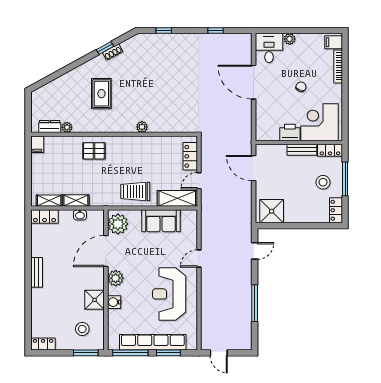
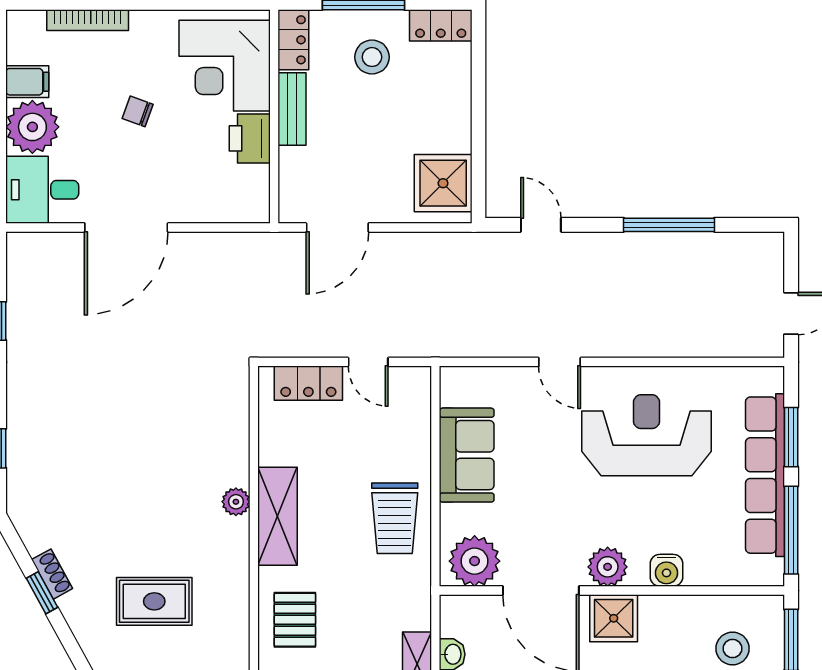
plant: (290, 39) -> (32, 127), width x1.88, depth x1.88
filing cabinet: (334, 42) -> (27, 82), moved, turned -90
shelving: (177, 198) -> (278, 516), moved
reception desk: (169, 294) -> (646, 435), turned 180
shower: (95, 300) -> (614, 618), moved

